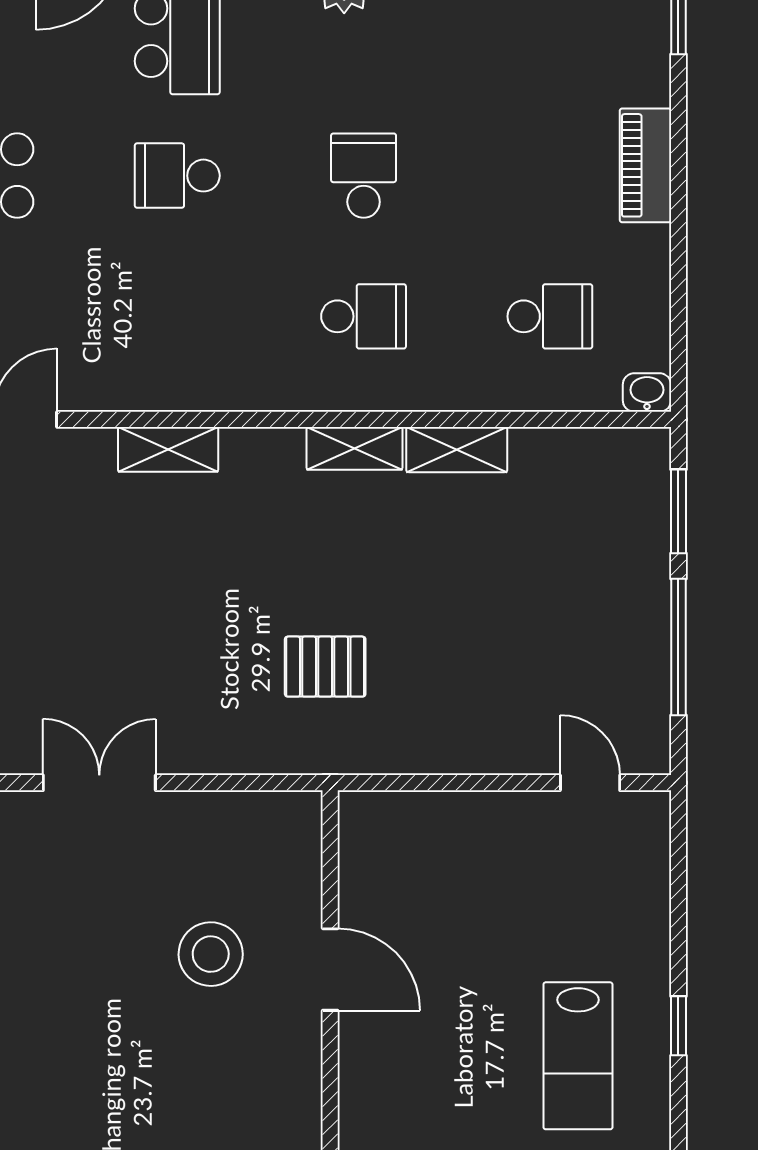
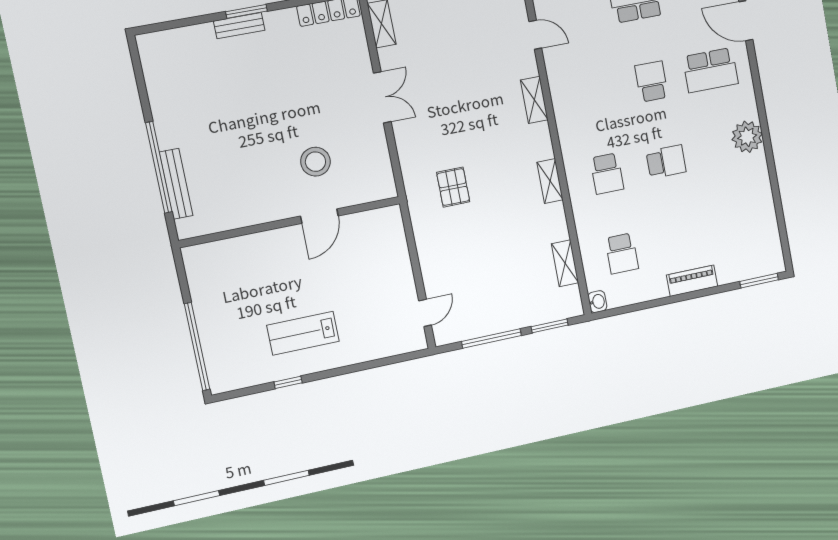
shelving: (457, 450) -> (565, 263), moved
window: (678, 1026) -> (288, 382), moved

